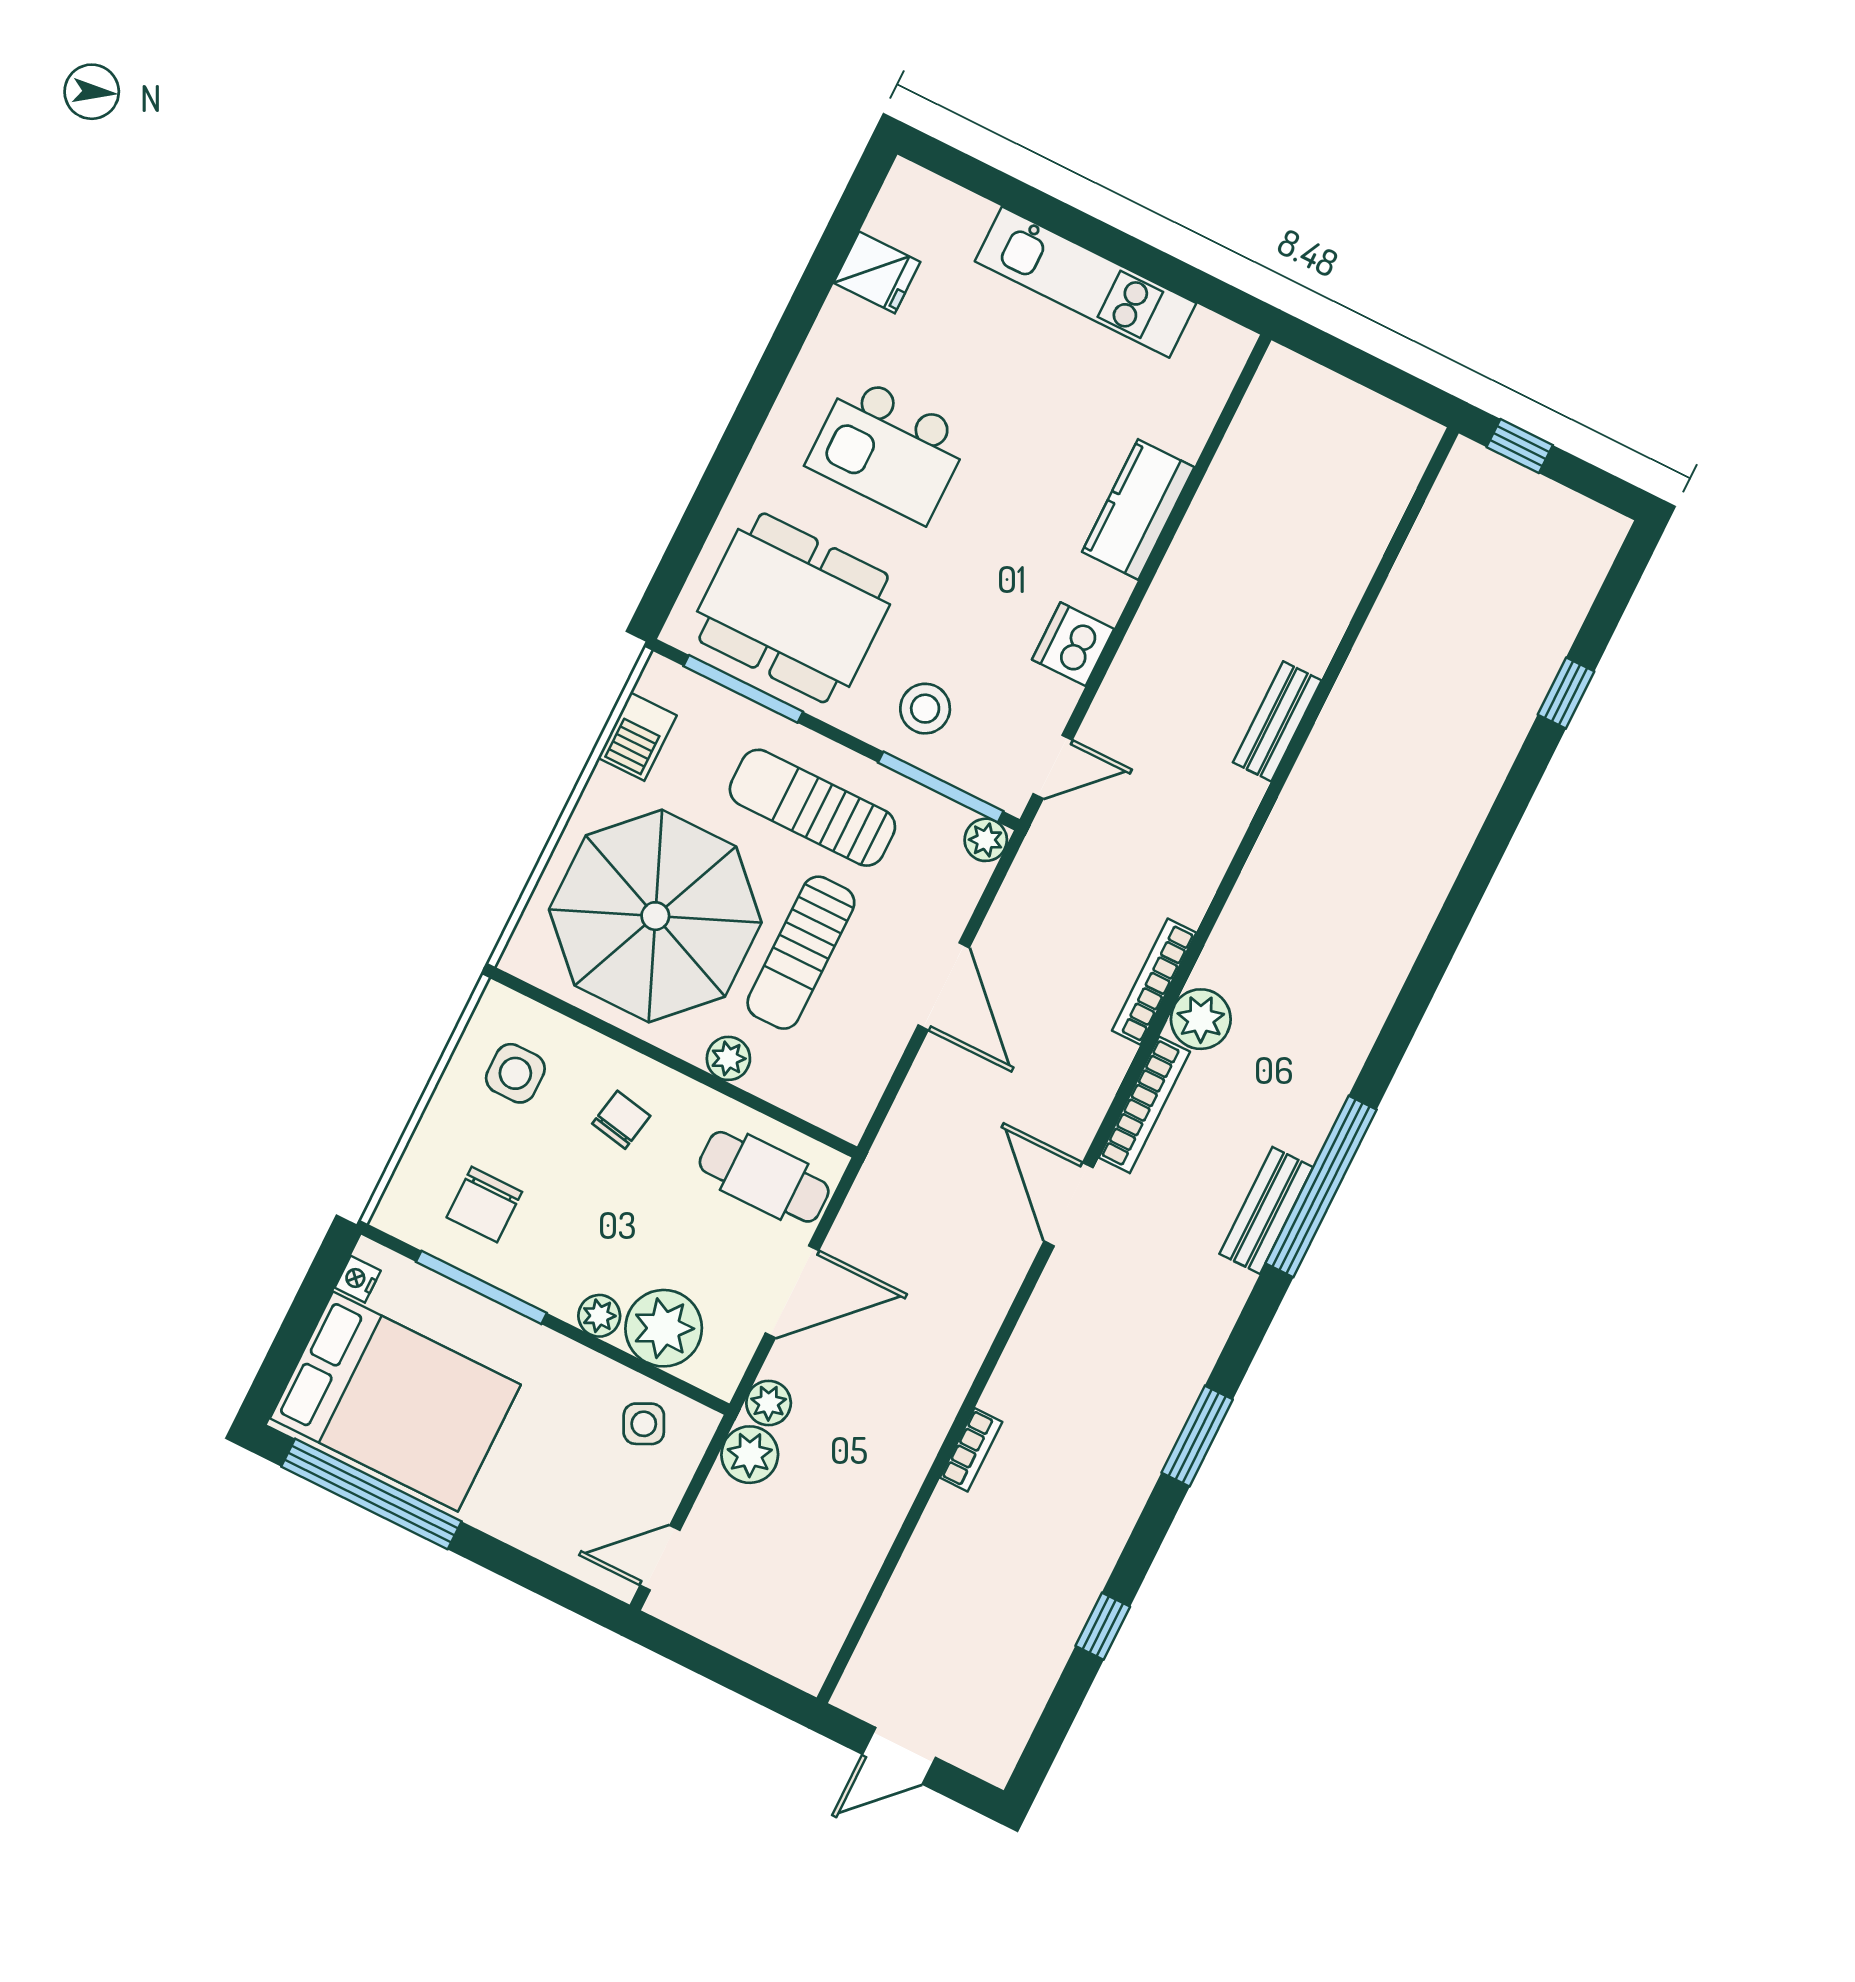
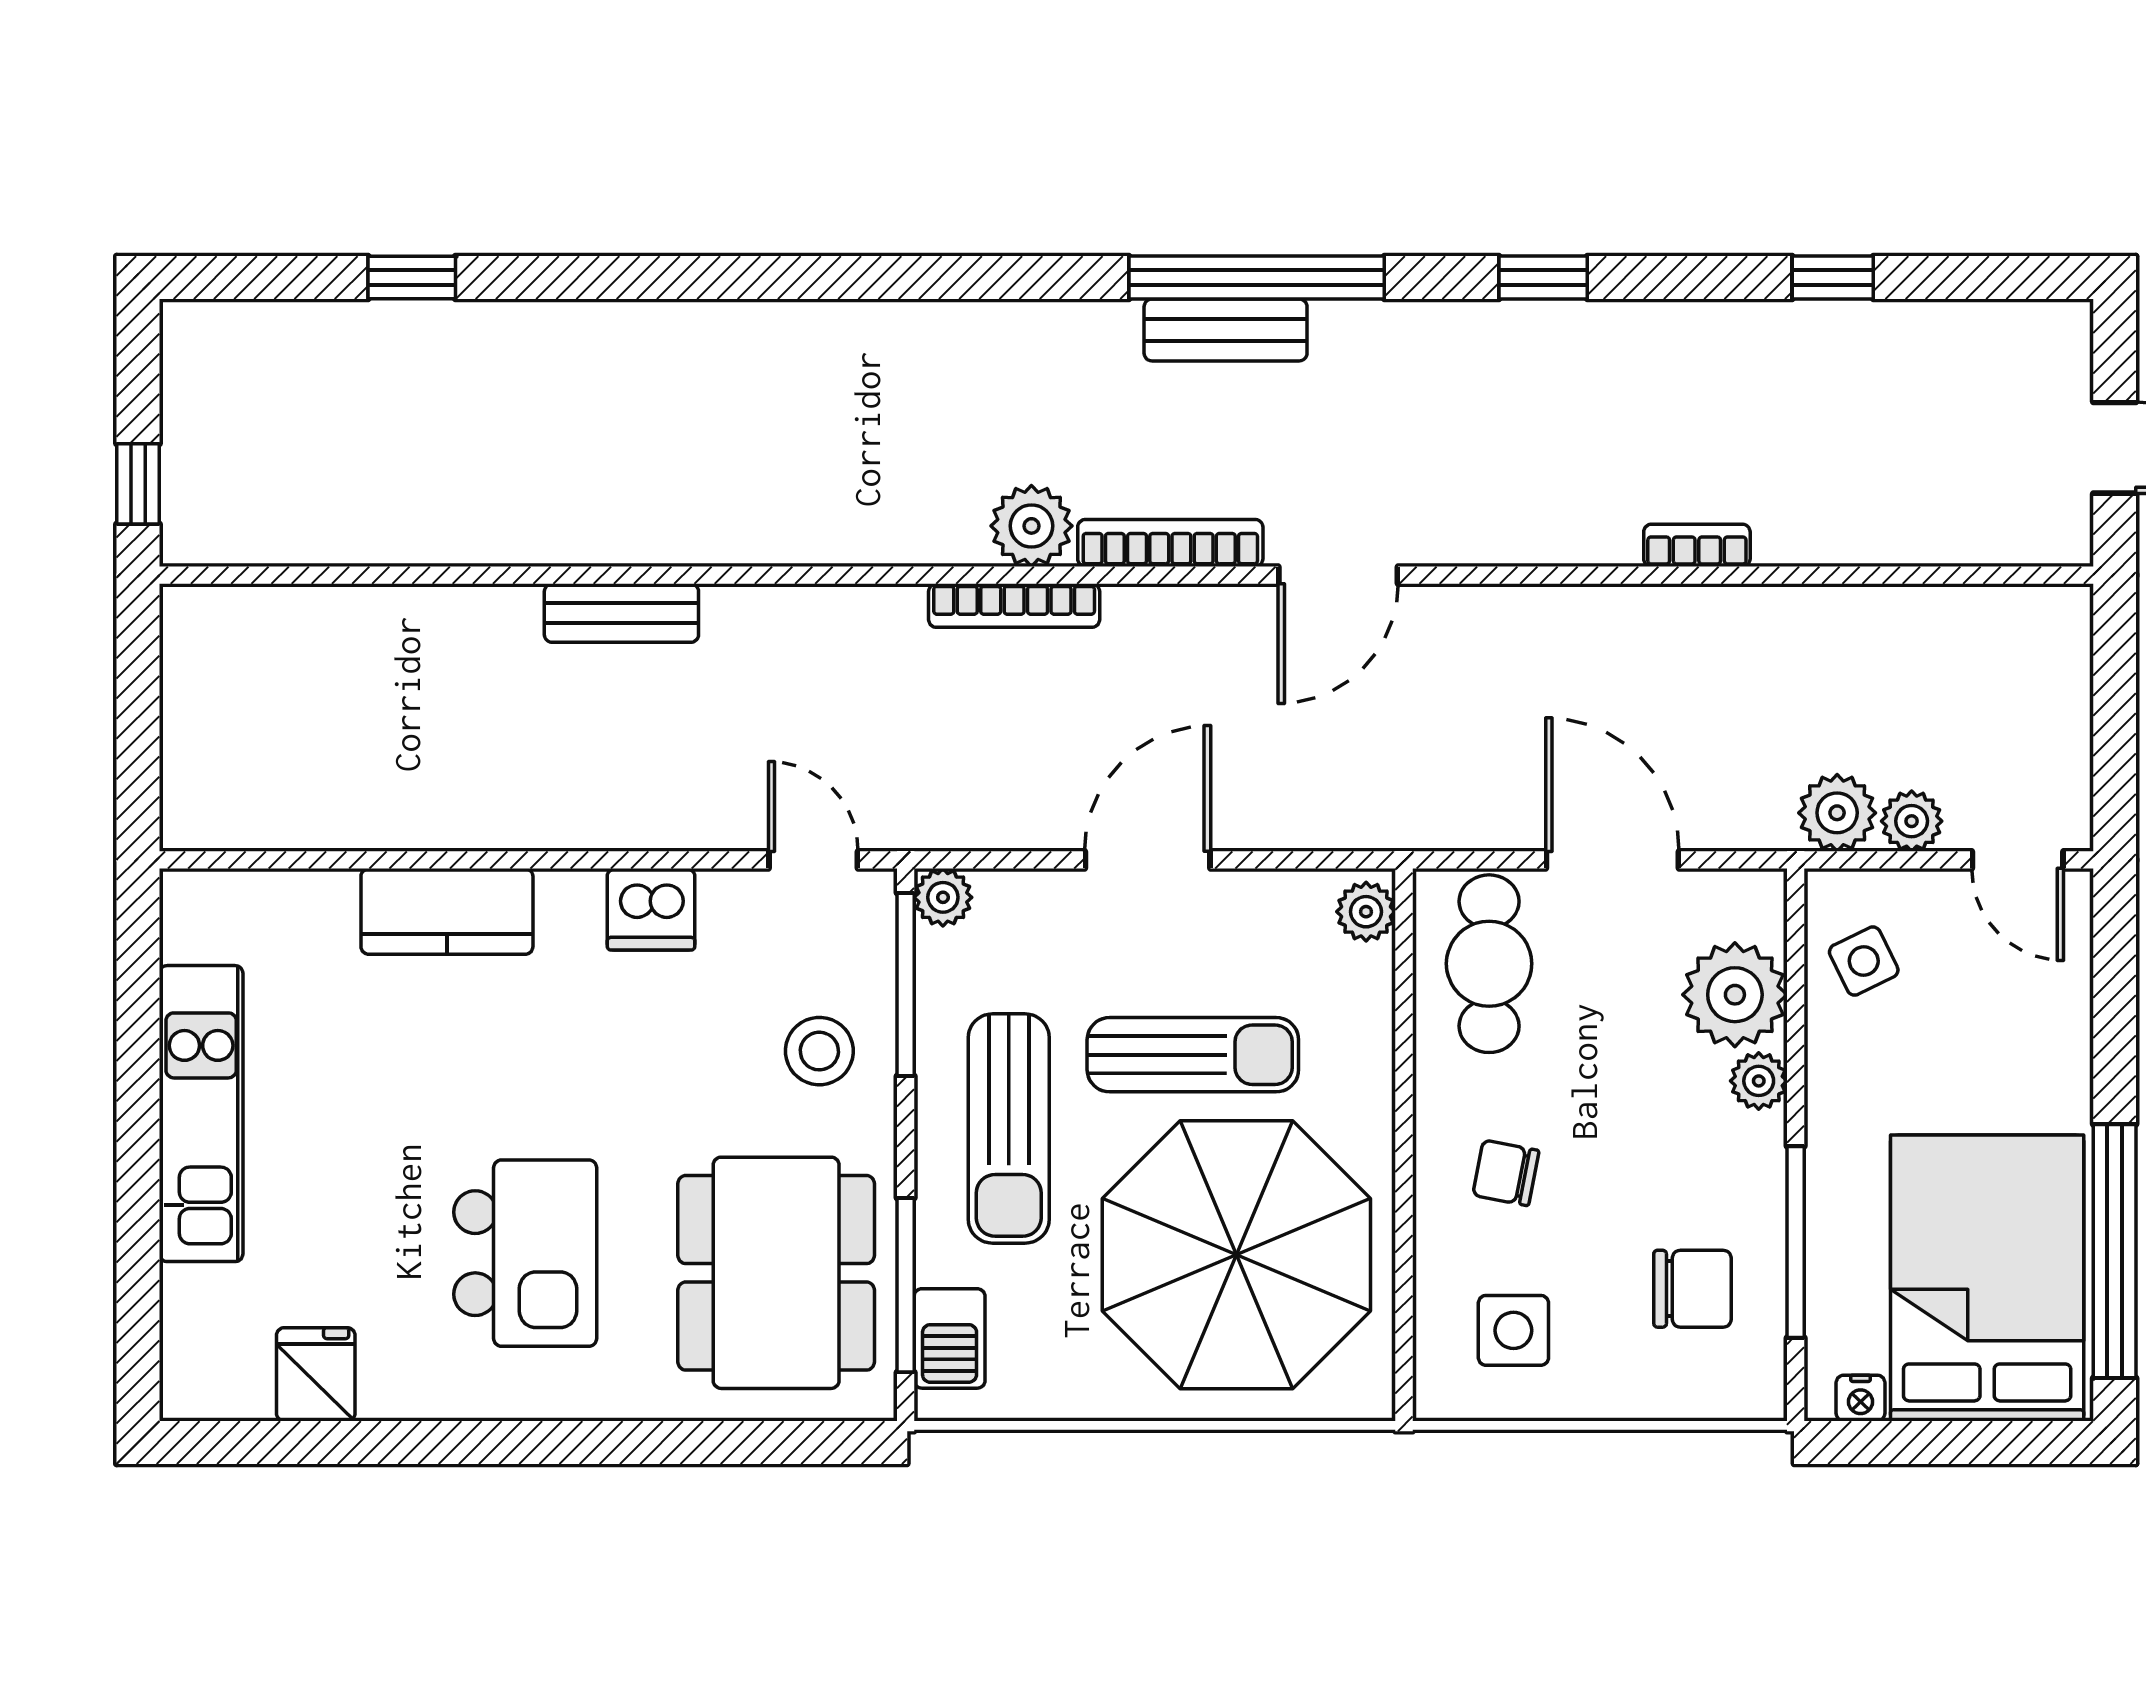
barbecue: (637, 737) -> (950, 1338), moved, turned 90
plant: (728, 1058) -> (1366, 912), moved
window: (1321, 1186) -> (1257, 278), moved
plant: (769, 1403) -> (1912, 821), moved
window: (1197, 1436) -> (1543, 278), width x0.67

